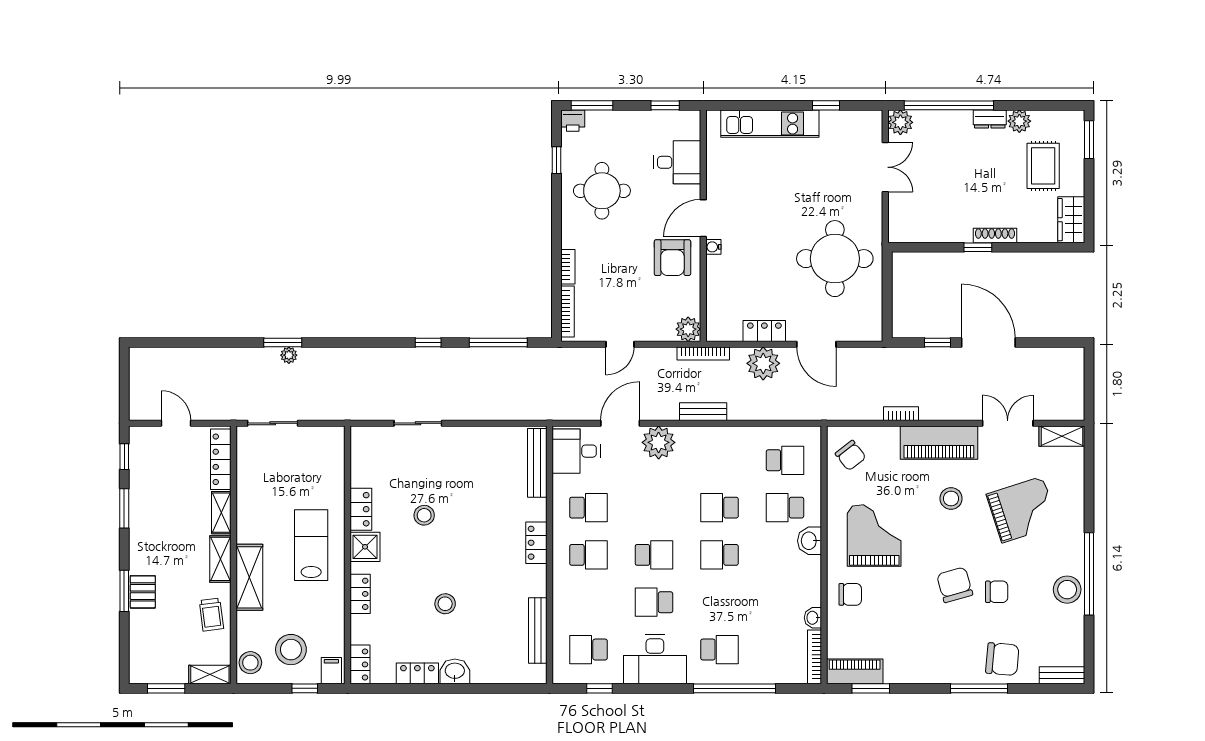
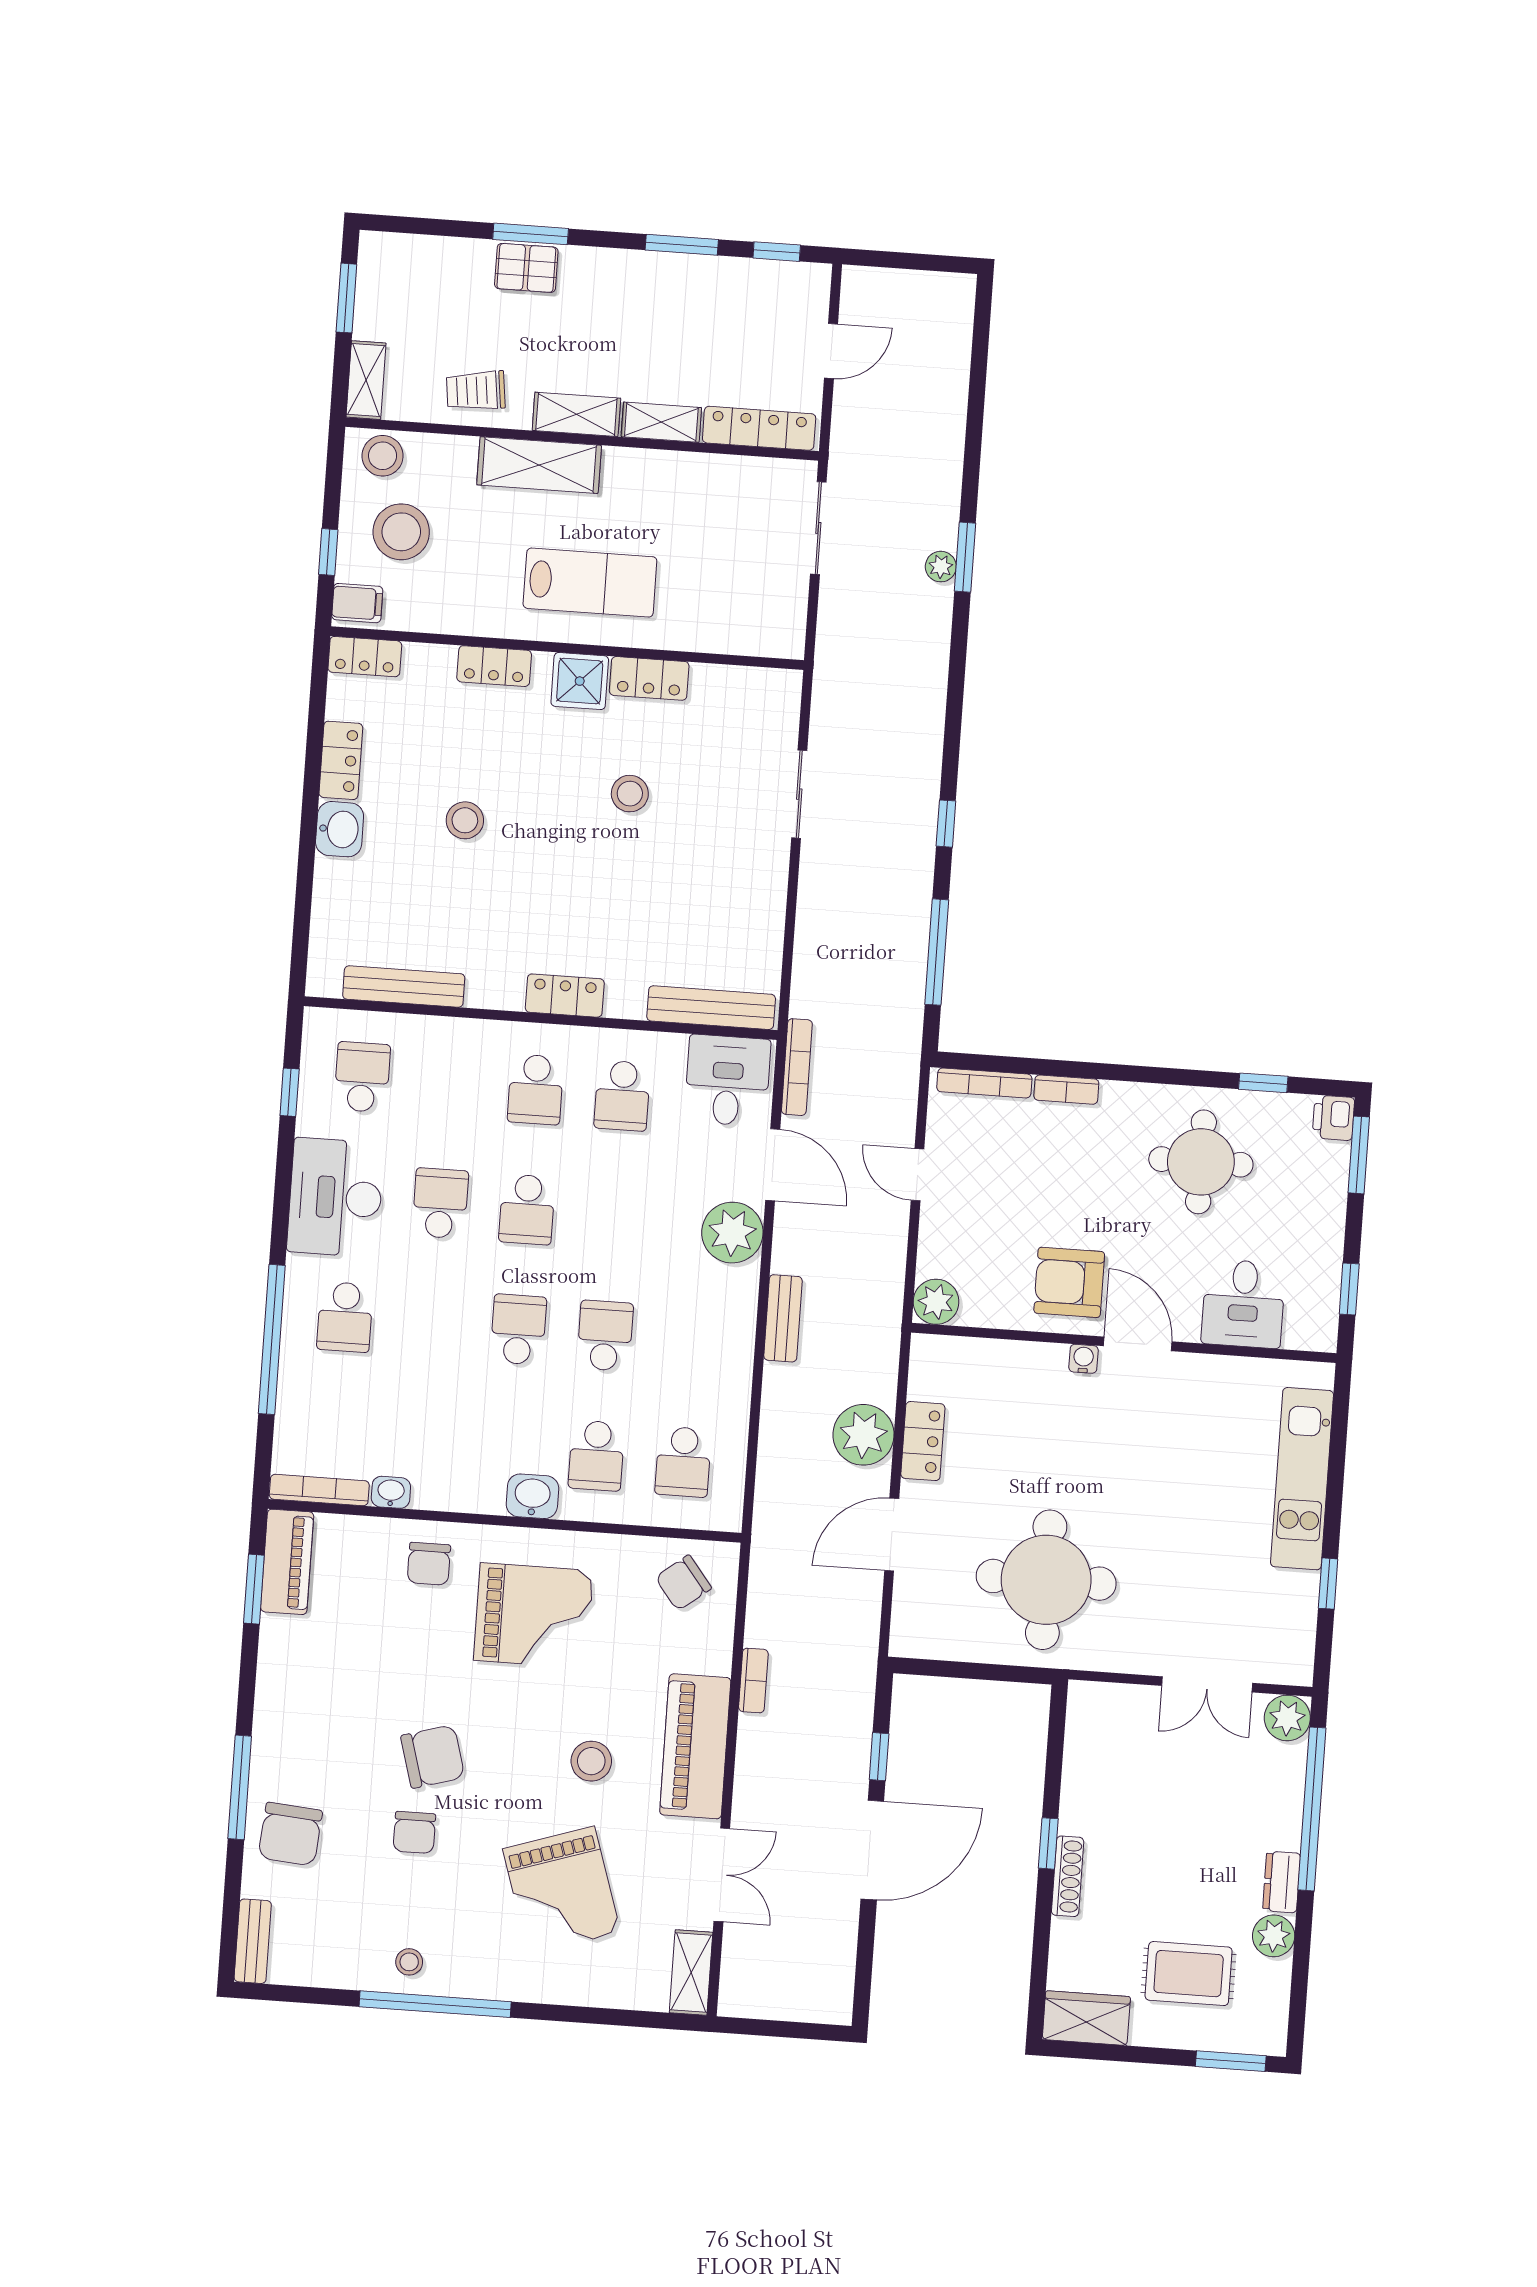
bookcase: (703, 354) -> (797, 1067), moved, turned 180
school desk: (785, 508) -> (596, 1456), turned 180
stool: (1067, 590) -> (409, 1962), width x0.53, depth x0.53

